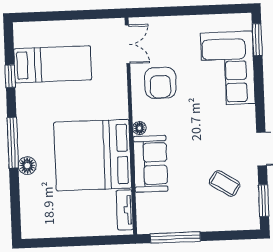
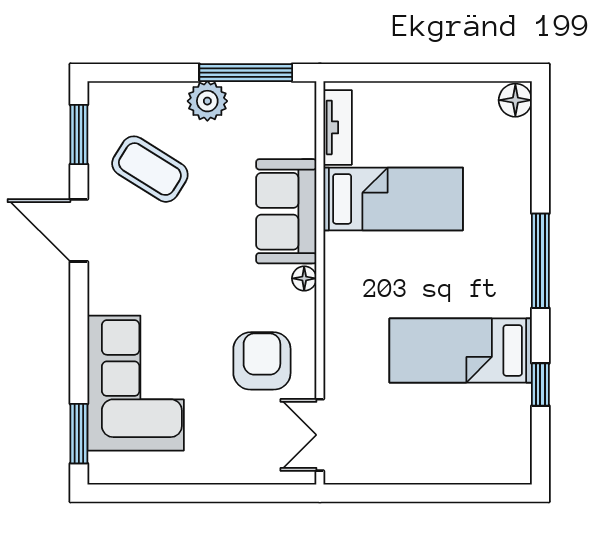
bed: (53, 64) -> (461, 350), moved
bed: (93, 155) -> (393, 199), width x0.49
floor lamp: (27, 166) -> (515, 100), moved
coffee table: (225, 184) -> (150, 169), width x1.36, depth x1.30
plant: (195, 221) -> (207, 101), added

